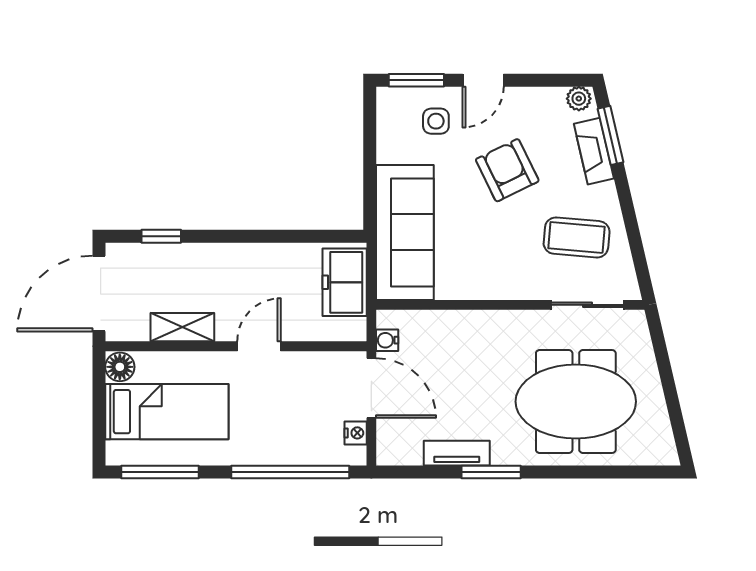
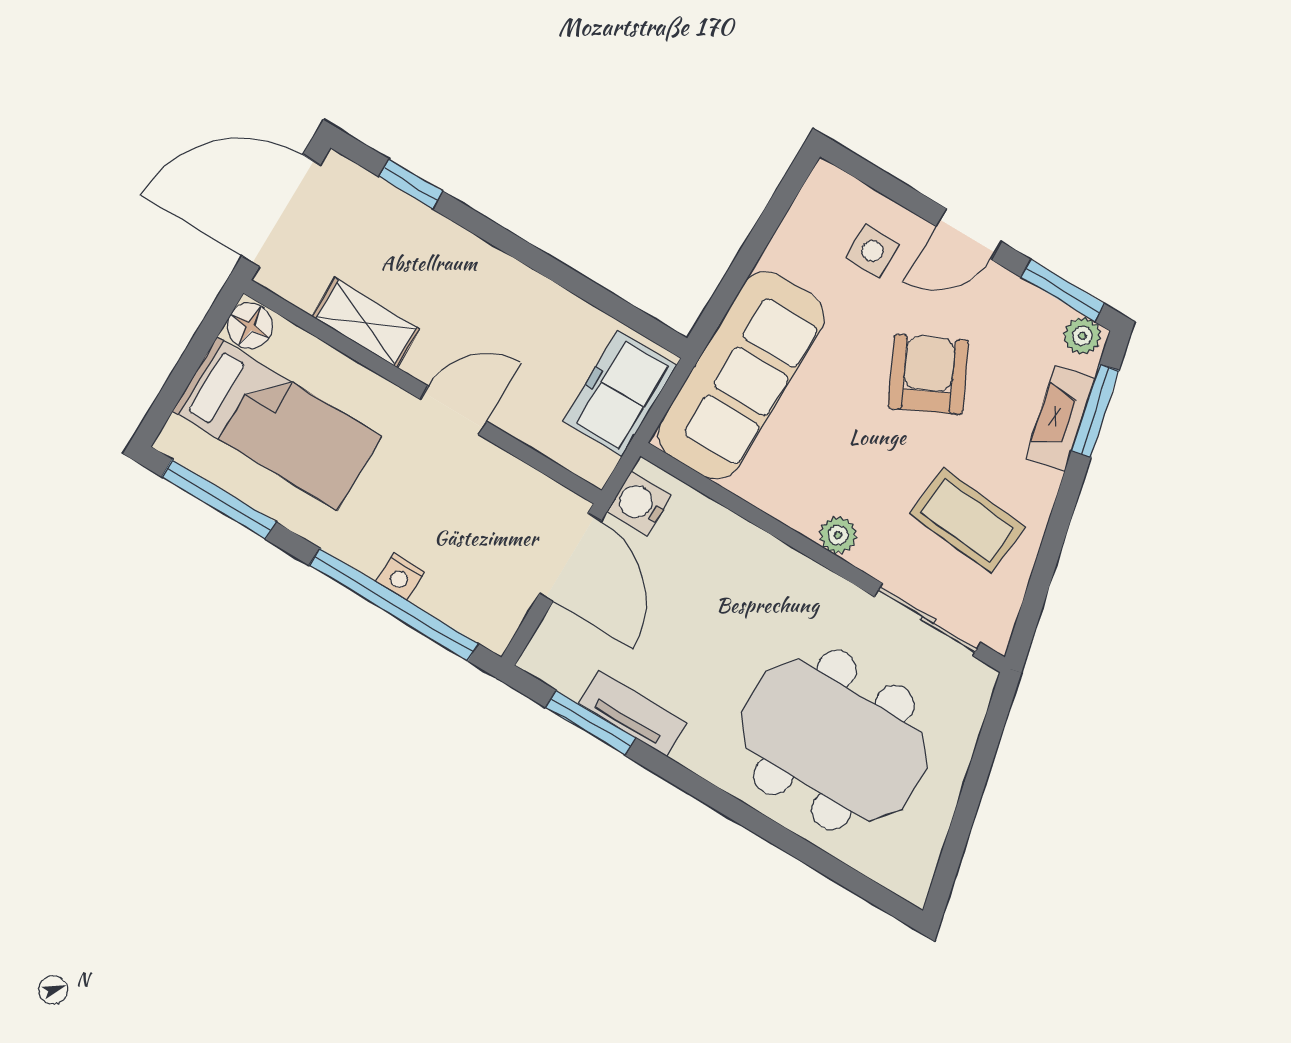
window: (416, 80) -> (1063, 290), moved
plant: (511, 288) -> (838, 535), added
water cooler: (387, 340) -> (639, 503), width x1.38, depth x1.38
nightstand: (356, 433) -> (401, 577), moved, turned 90
window: (491, 472) -> (590, 723), moved

